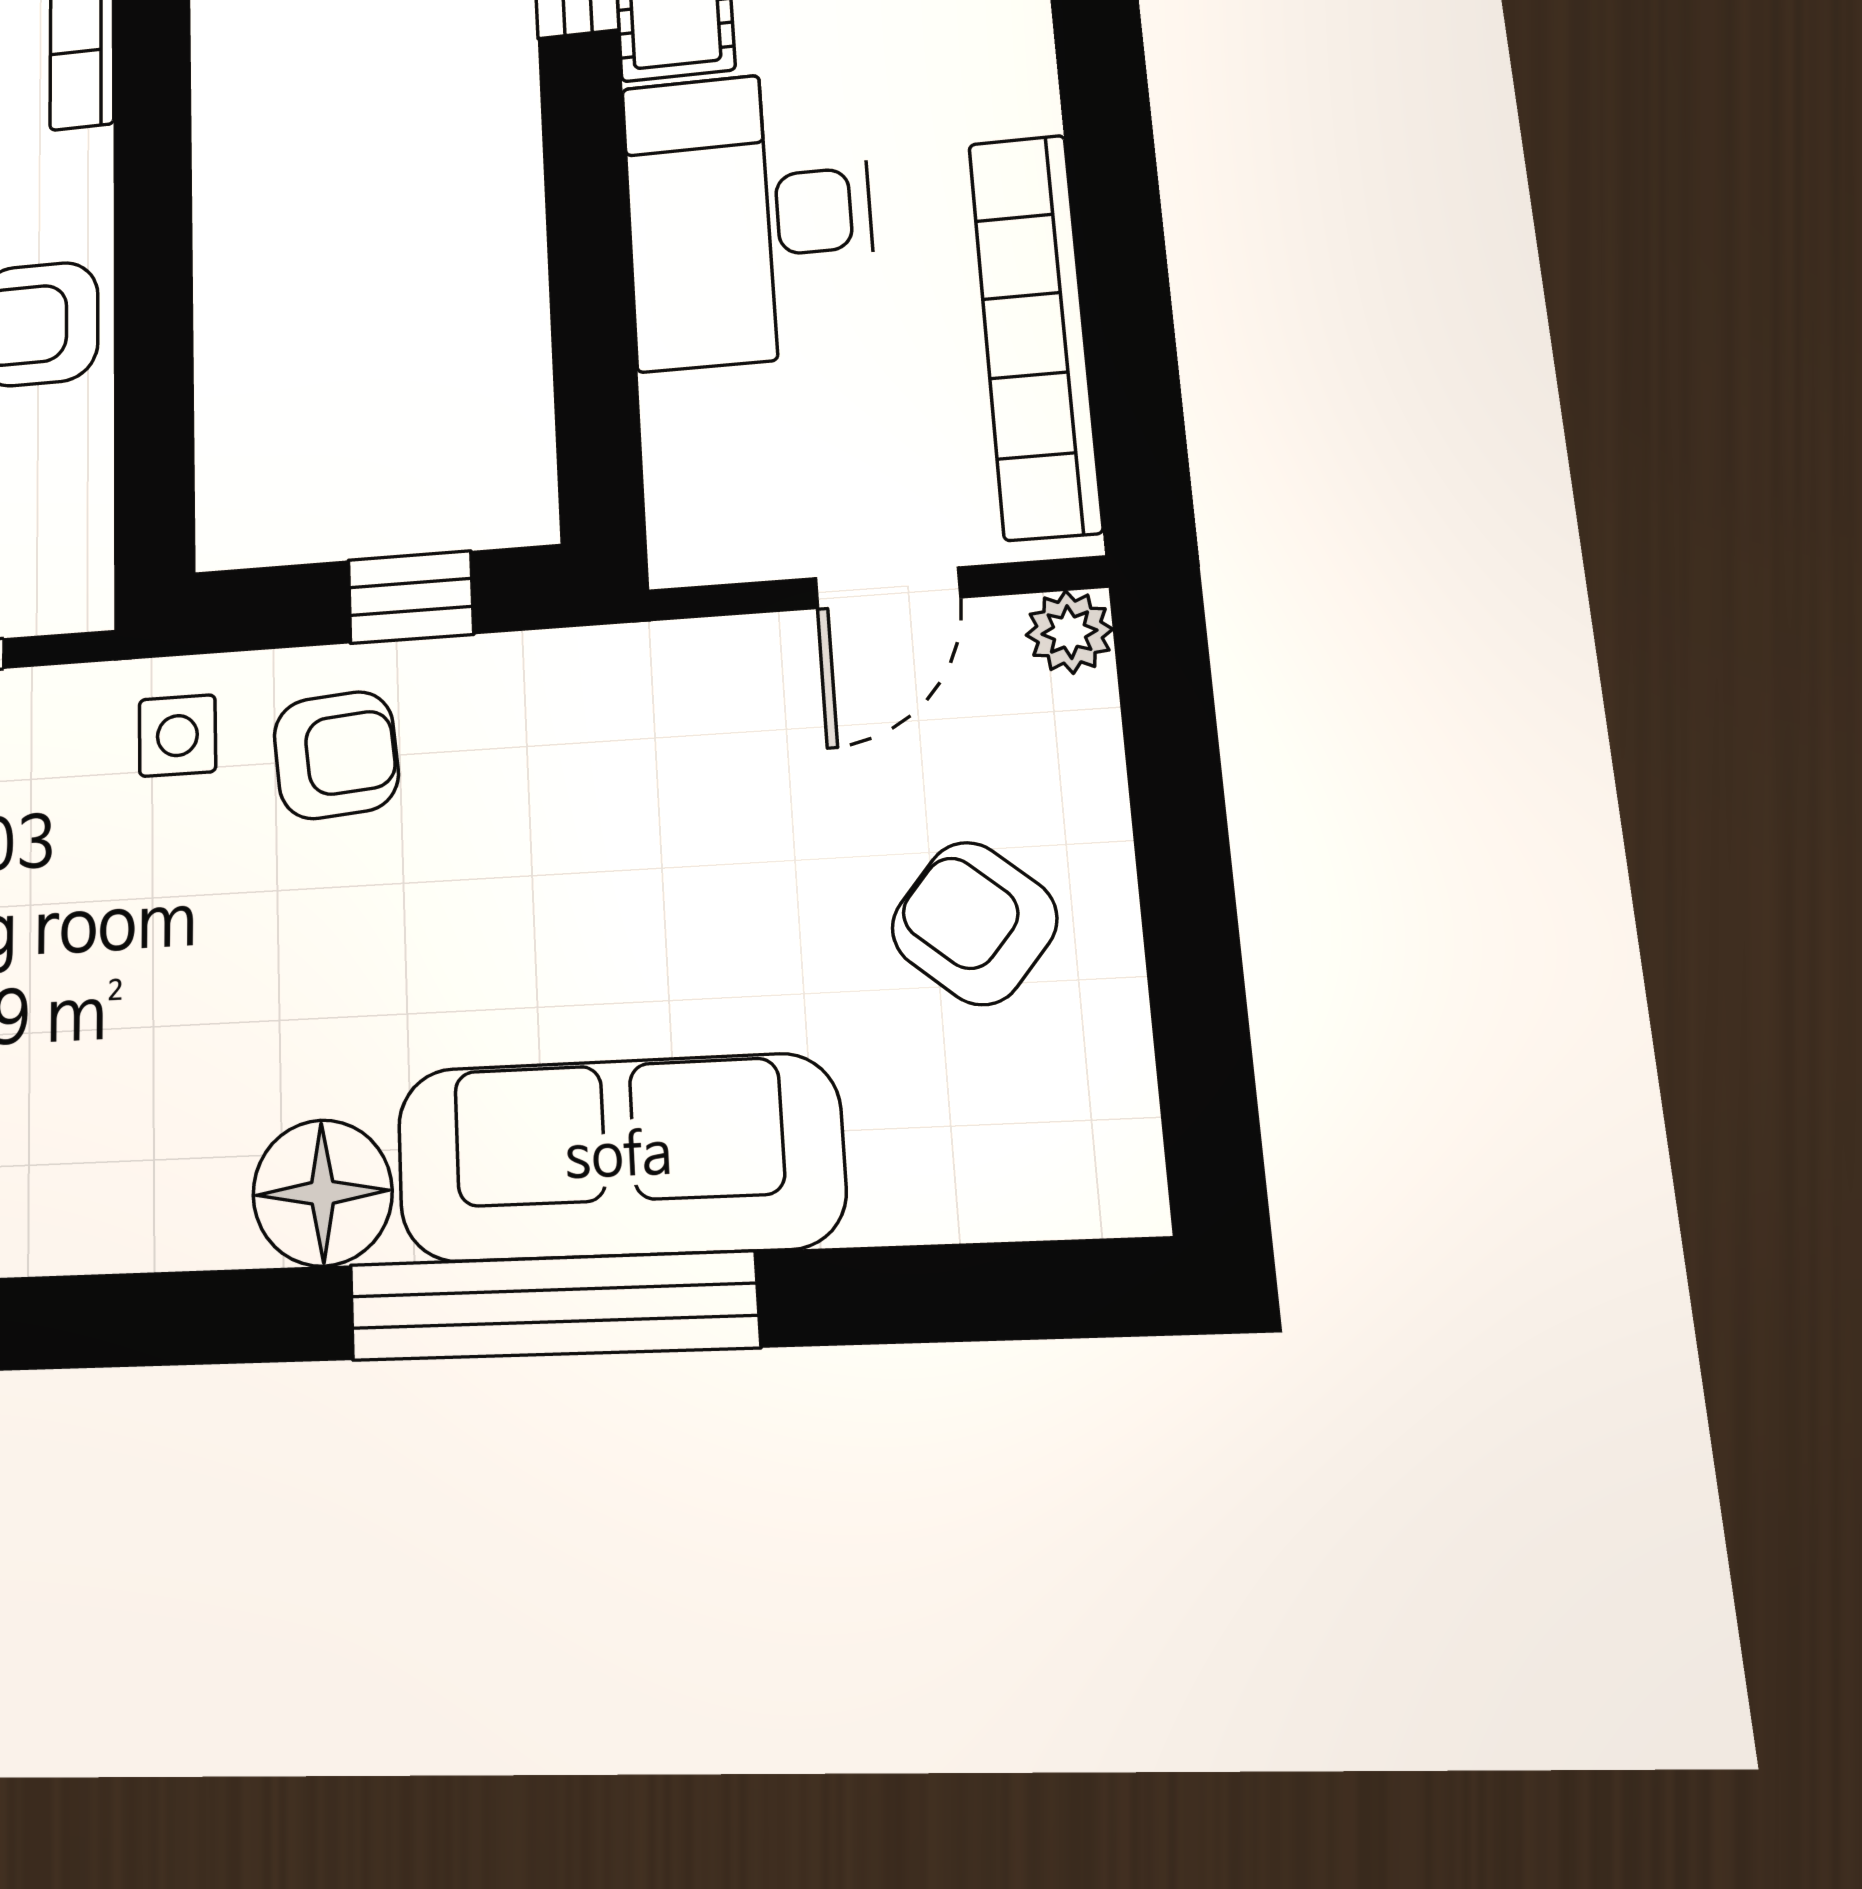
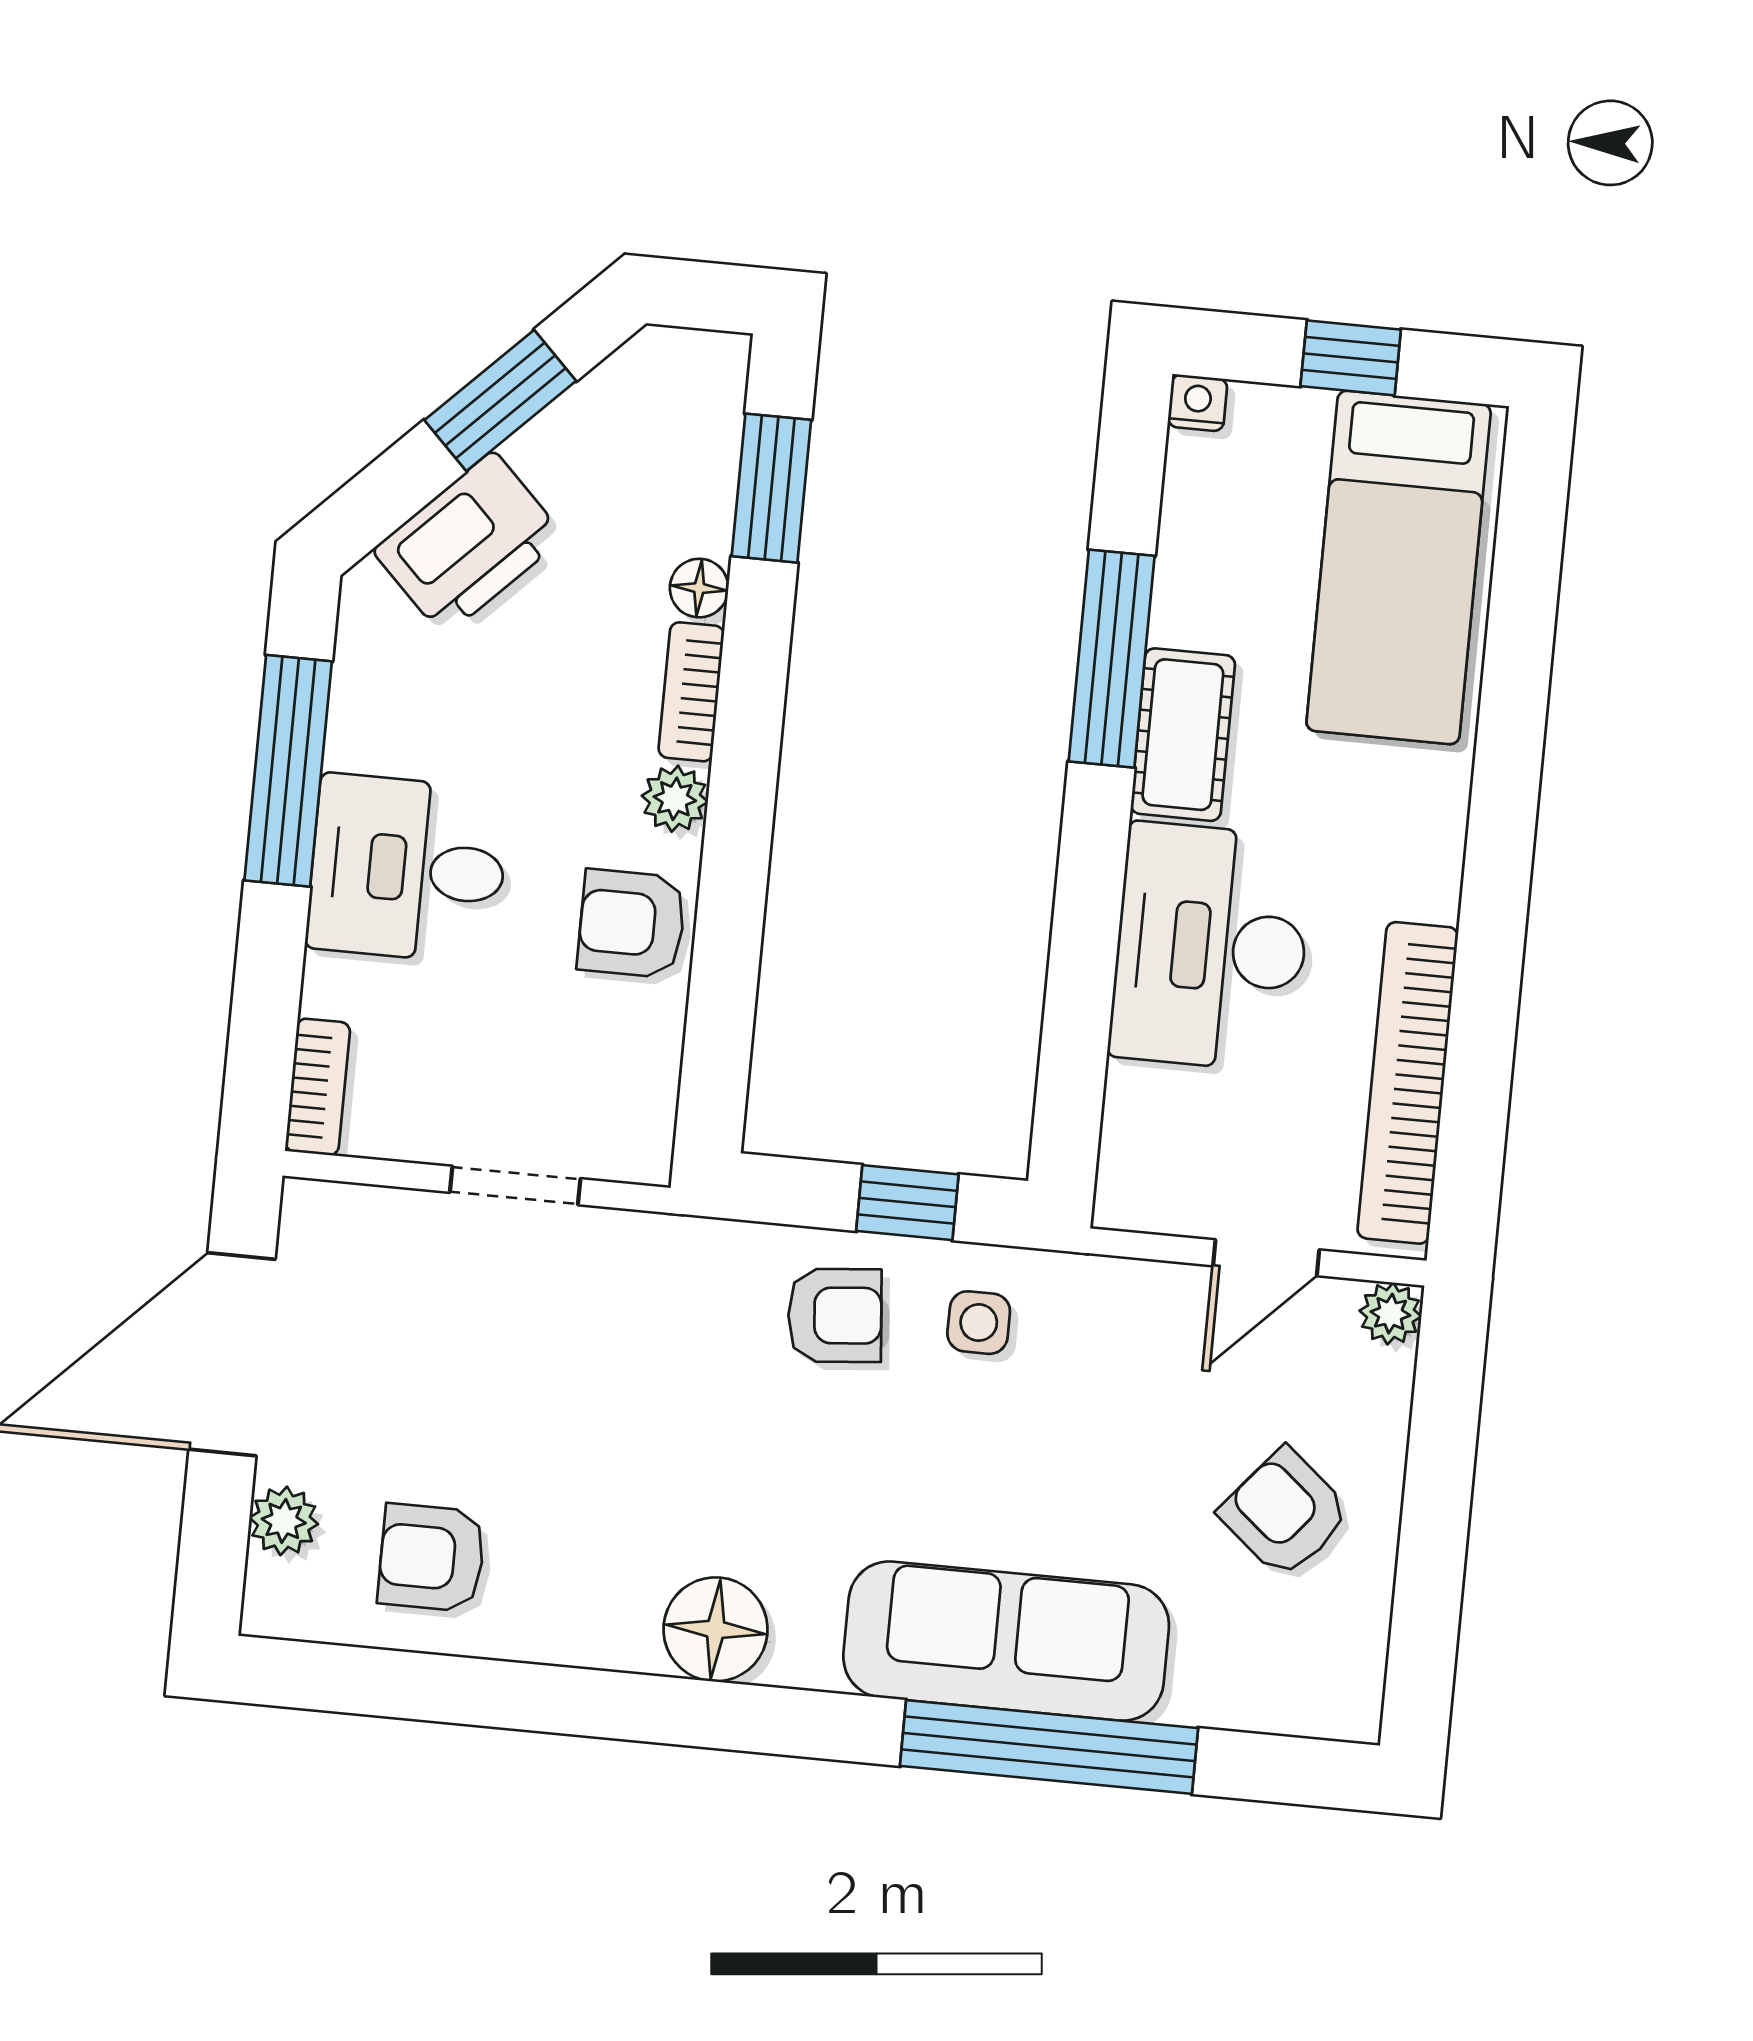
plant: (75, 173) -> (675, 799), added
side table: (177, 736) -> (979, 1323), moved
floor lamp: (322, 1193) -> (716, 1629), moved
window: (552, 1306) -> (1049, 1747), moved

